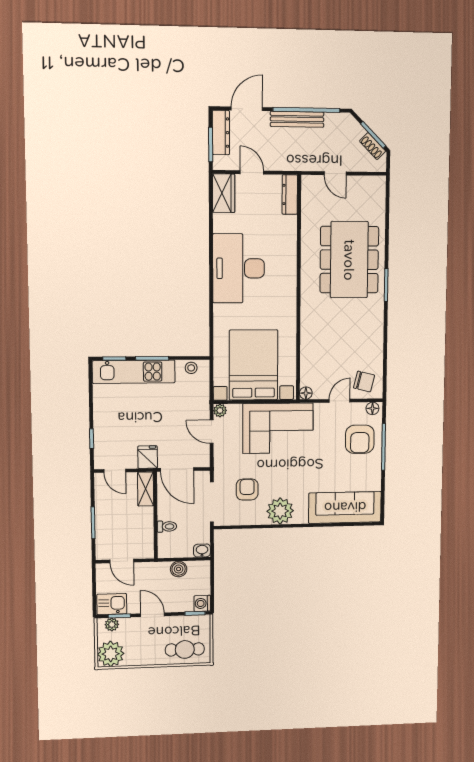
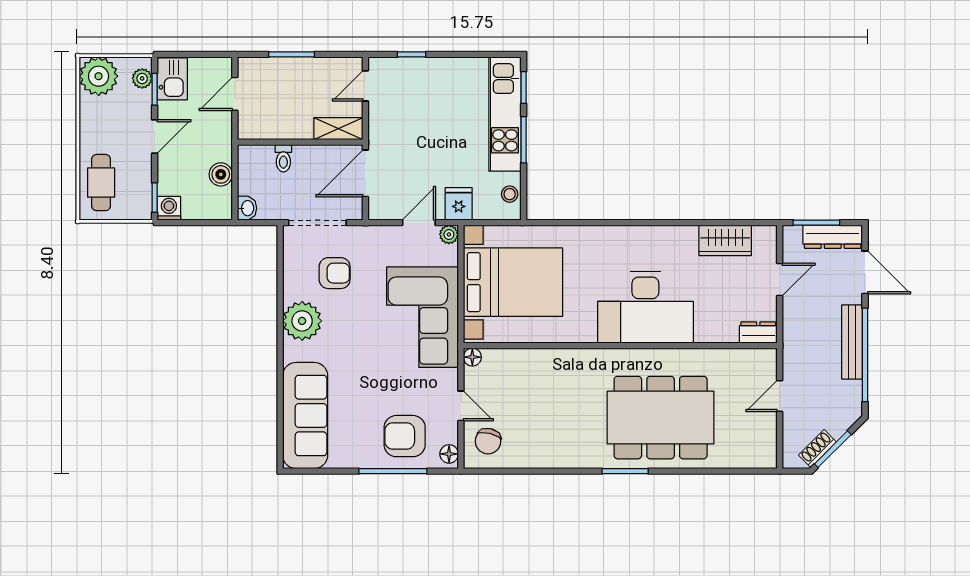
wardrobe: (224, 193) -> (725, 240), moved
dresser: (290, 195) -> (758, 332), width x0.70
desk: (239, 268) -> (645, 307), moved, turned 180
fridge: (148, 457) -> (459, 204), moved, turned -90

